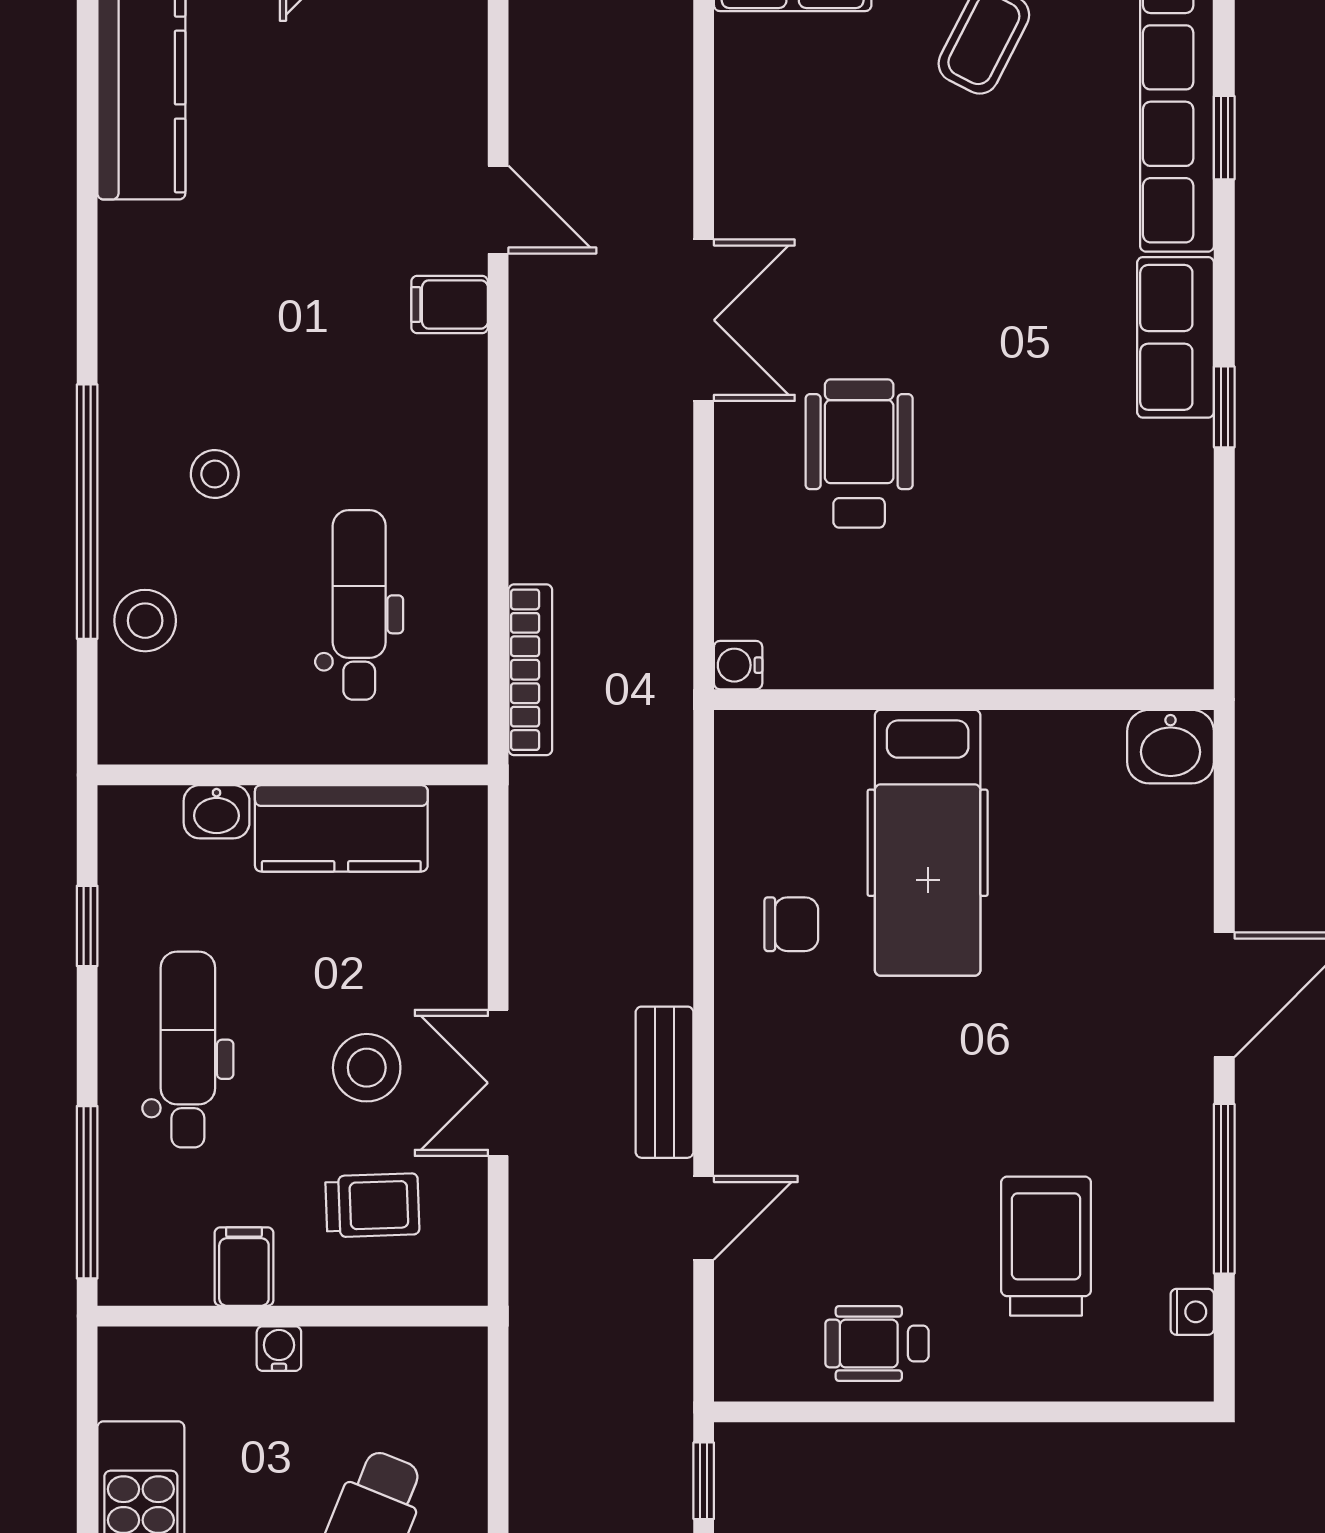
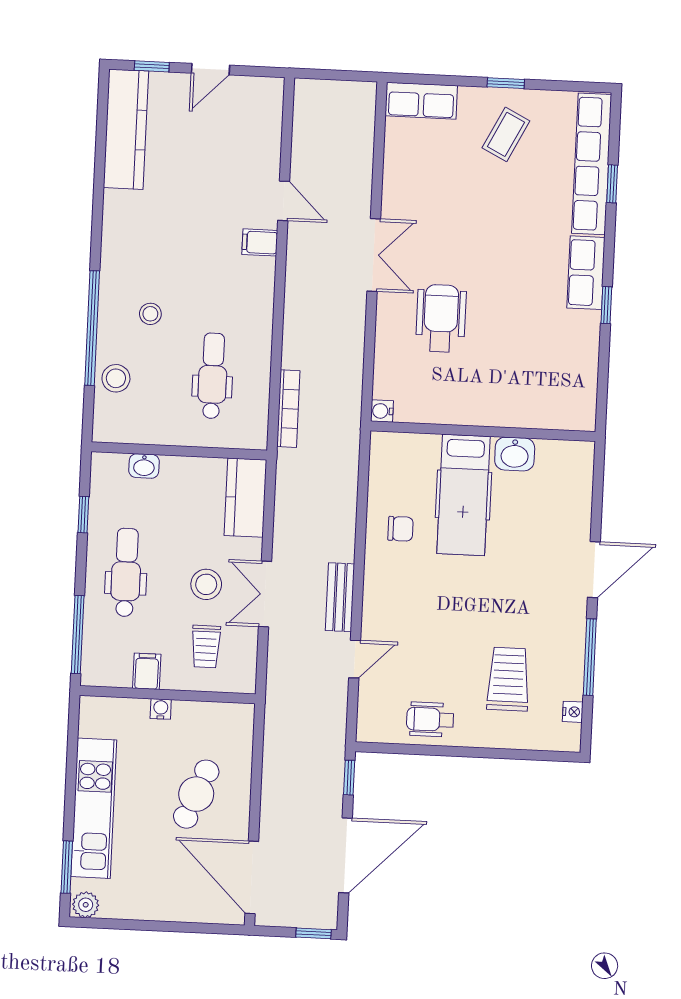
washbasin: (1171, 747) -> (515, 454), moved
kitchen counter: (341, 828) -> (245, 498), moved, turned 90
trolley: (372, 1205) -> (206, 646), turned 92

